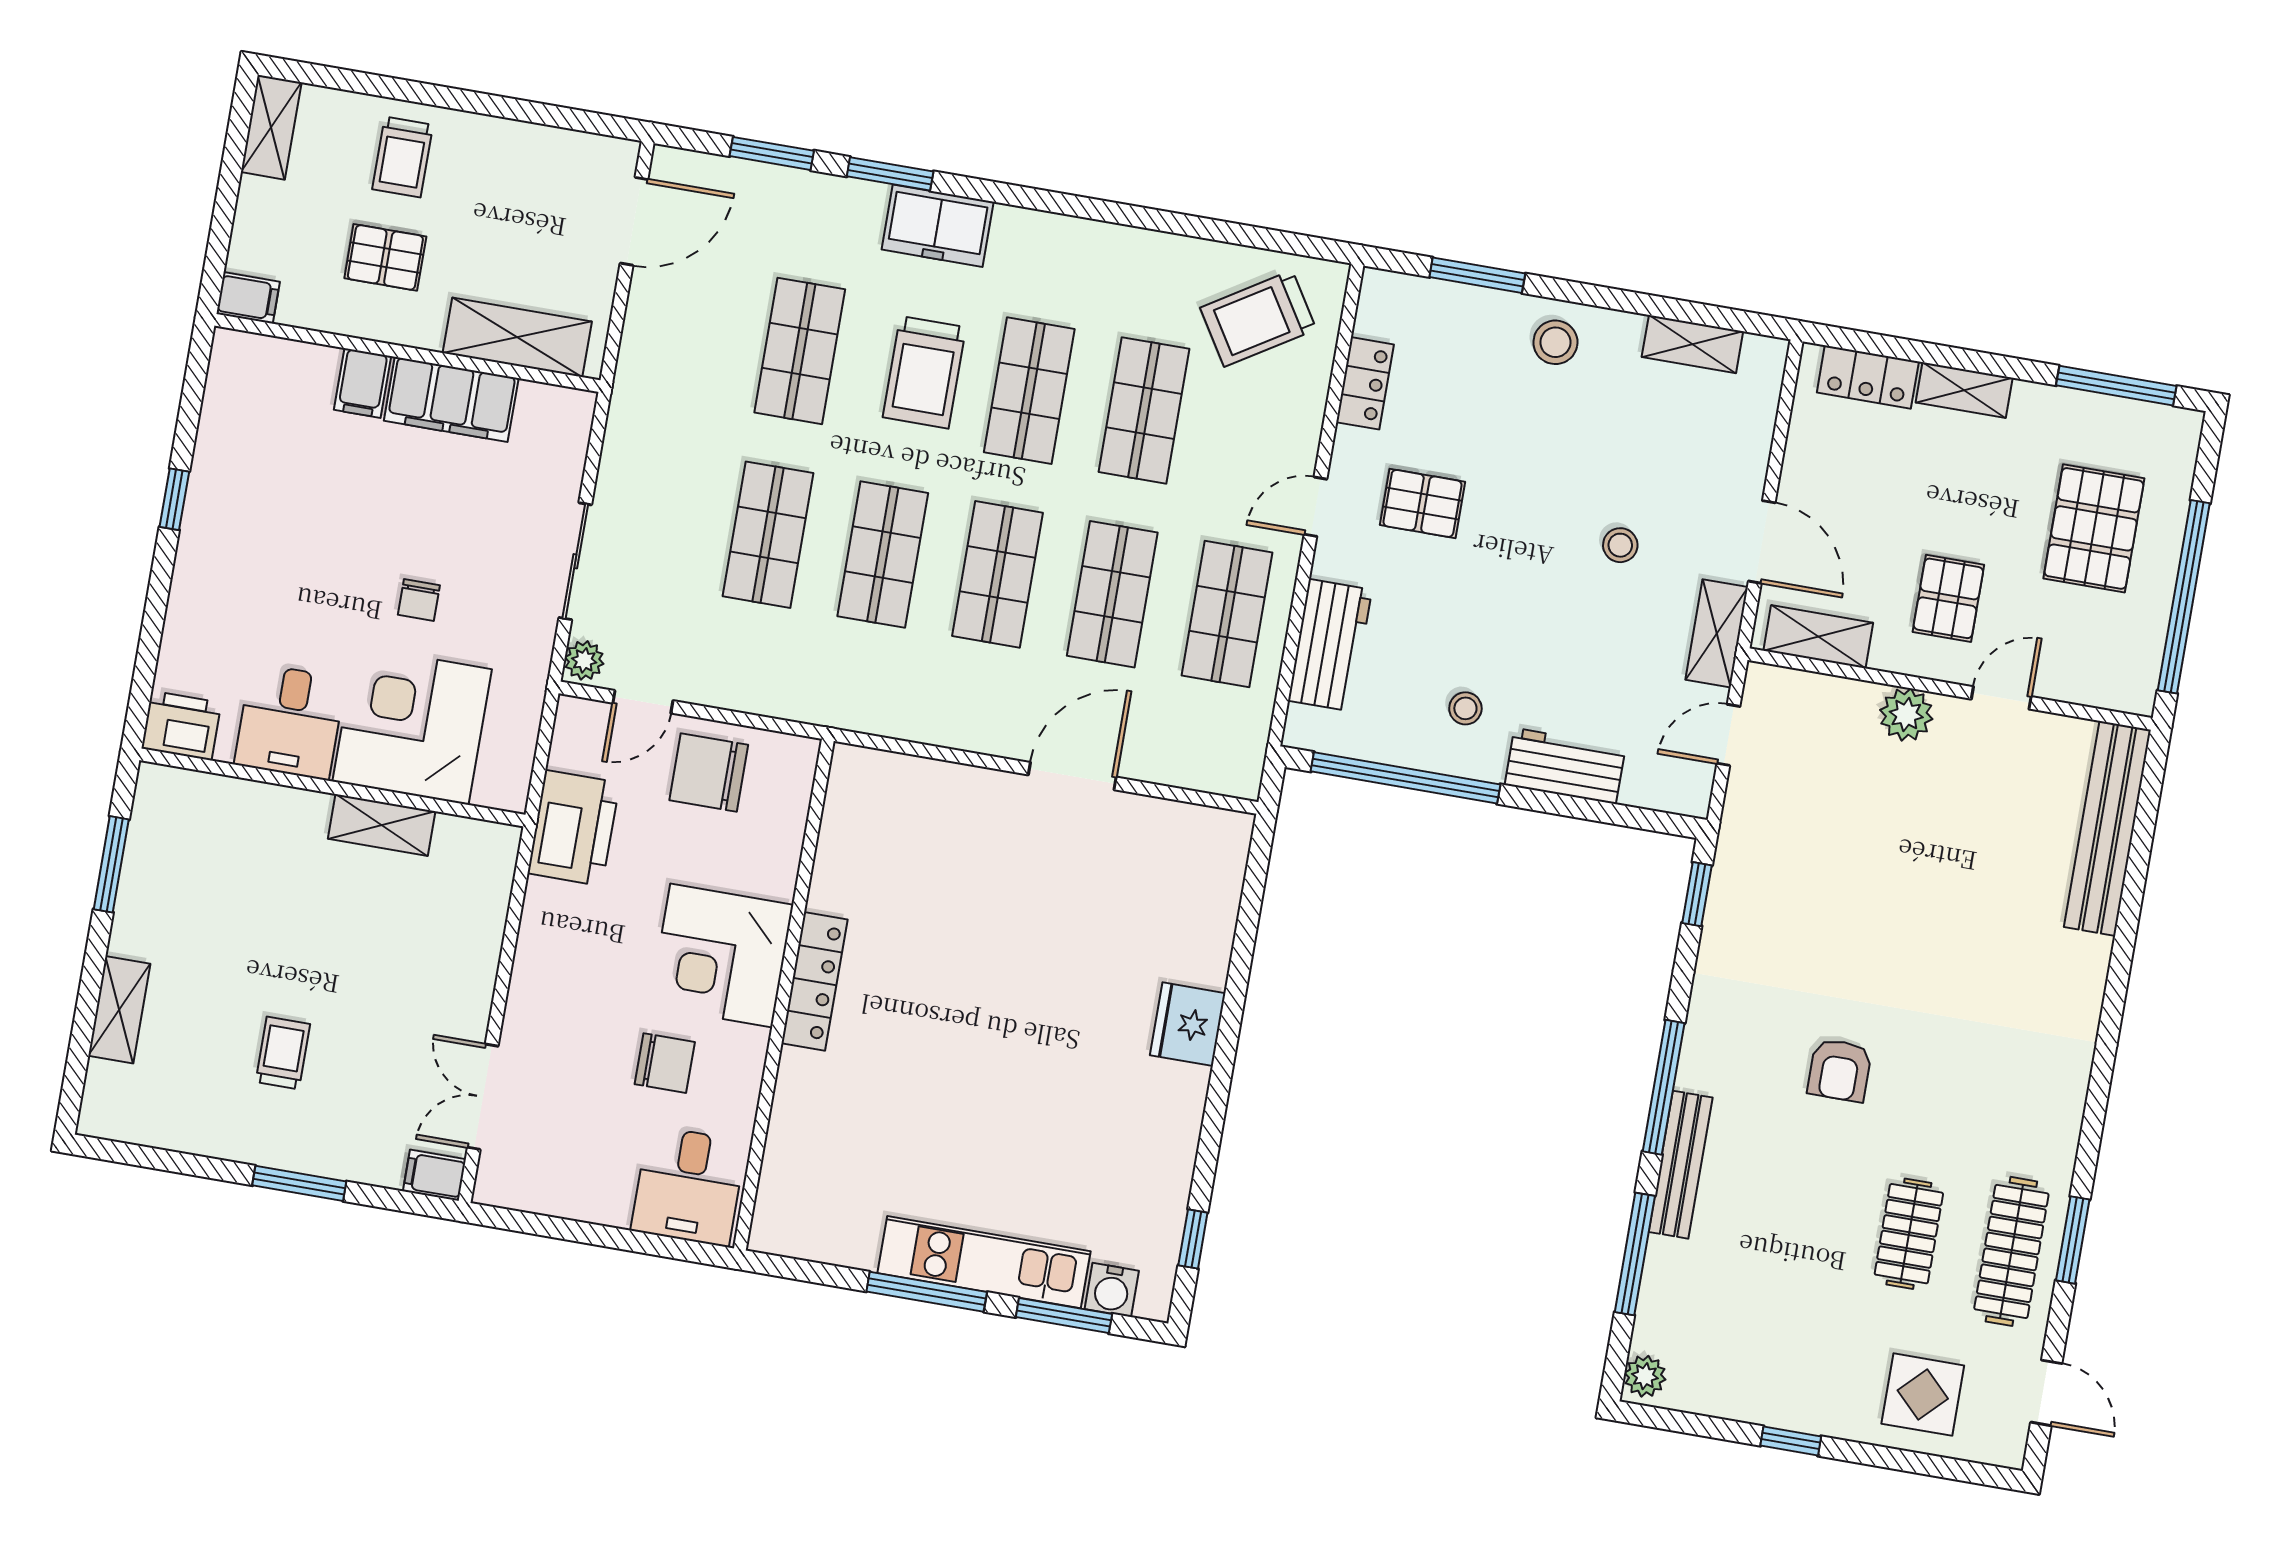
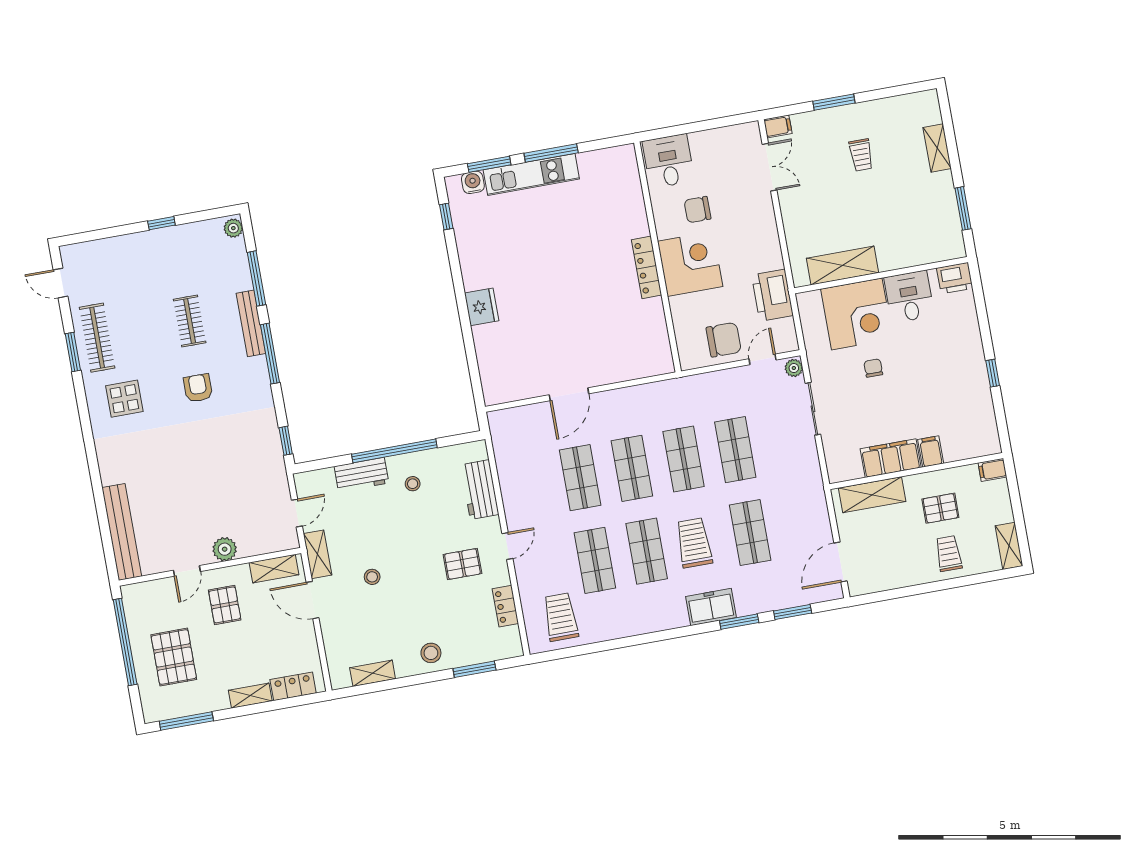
trolley: (1258, 319) -> (561, 617), turned -58
shop shelf: (1227, 614) -> (528, 487), removed
window: (1405, 778) -> (394, 451), moved
shelving: (382, 825) -> (843, 266), width x1.50, depth x1.33
clothes rail: (1909, 1234) -> (190, 321), moved
display table: (1923, 1395) -> (124, 399), moved

